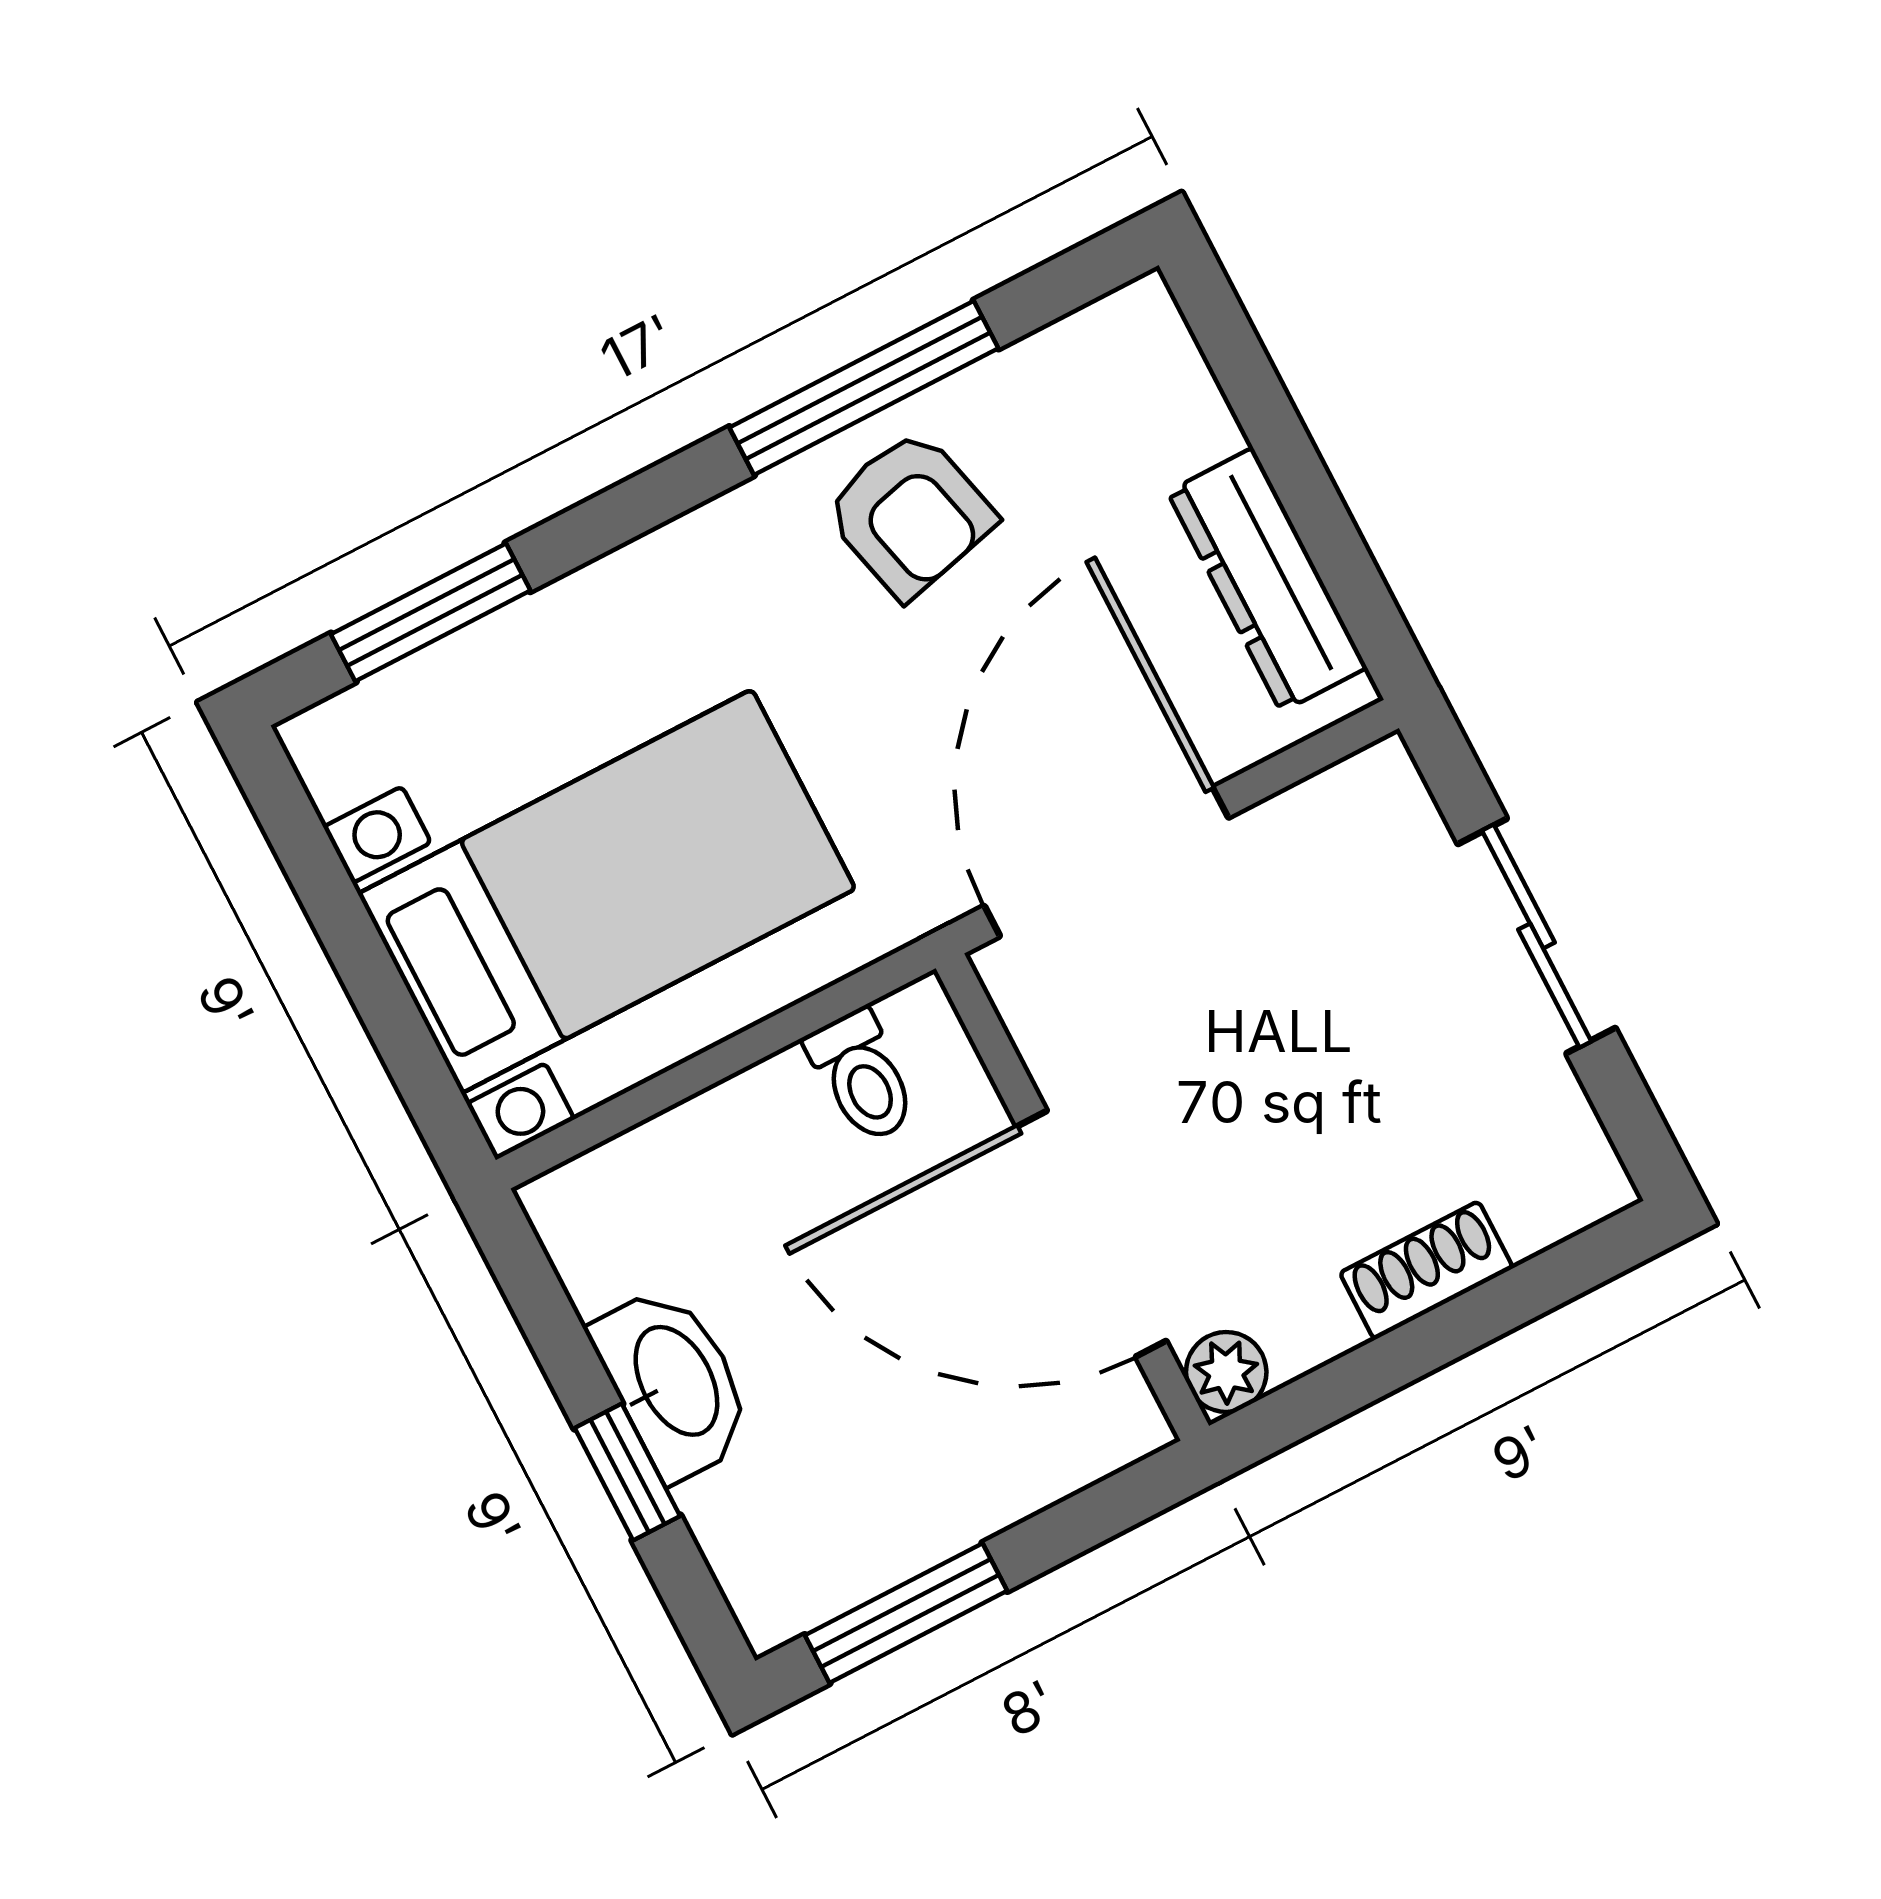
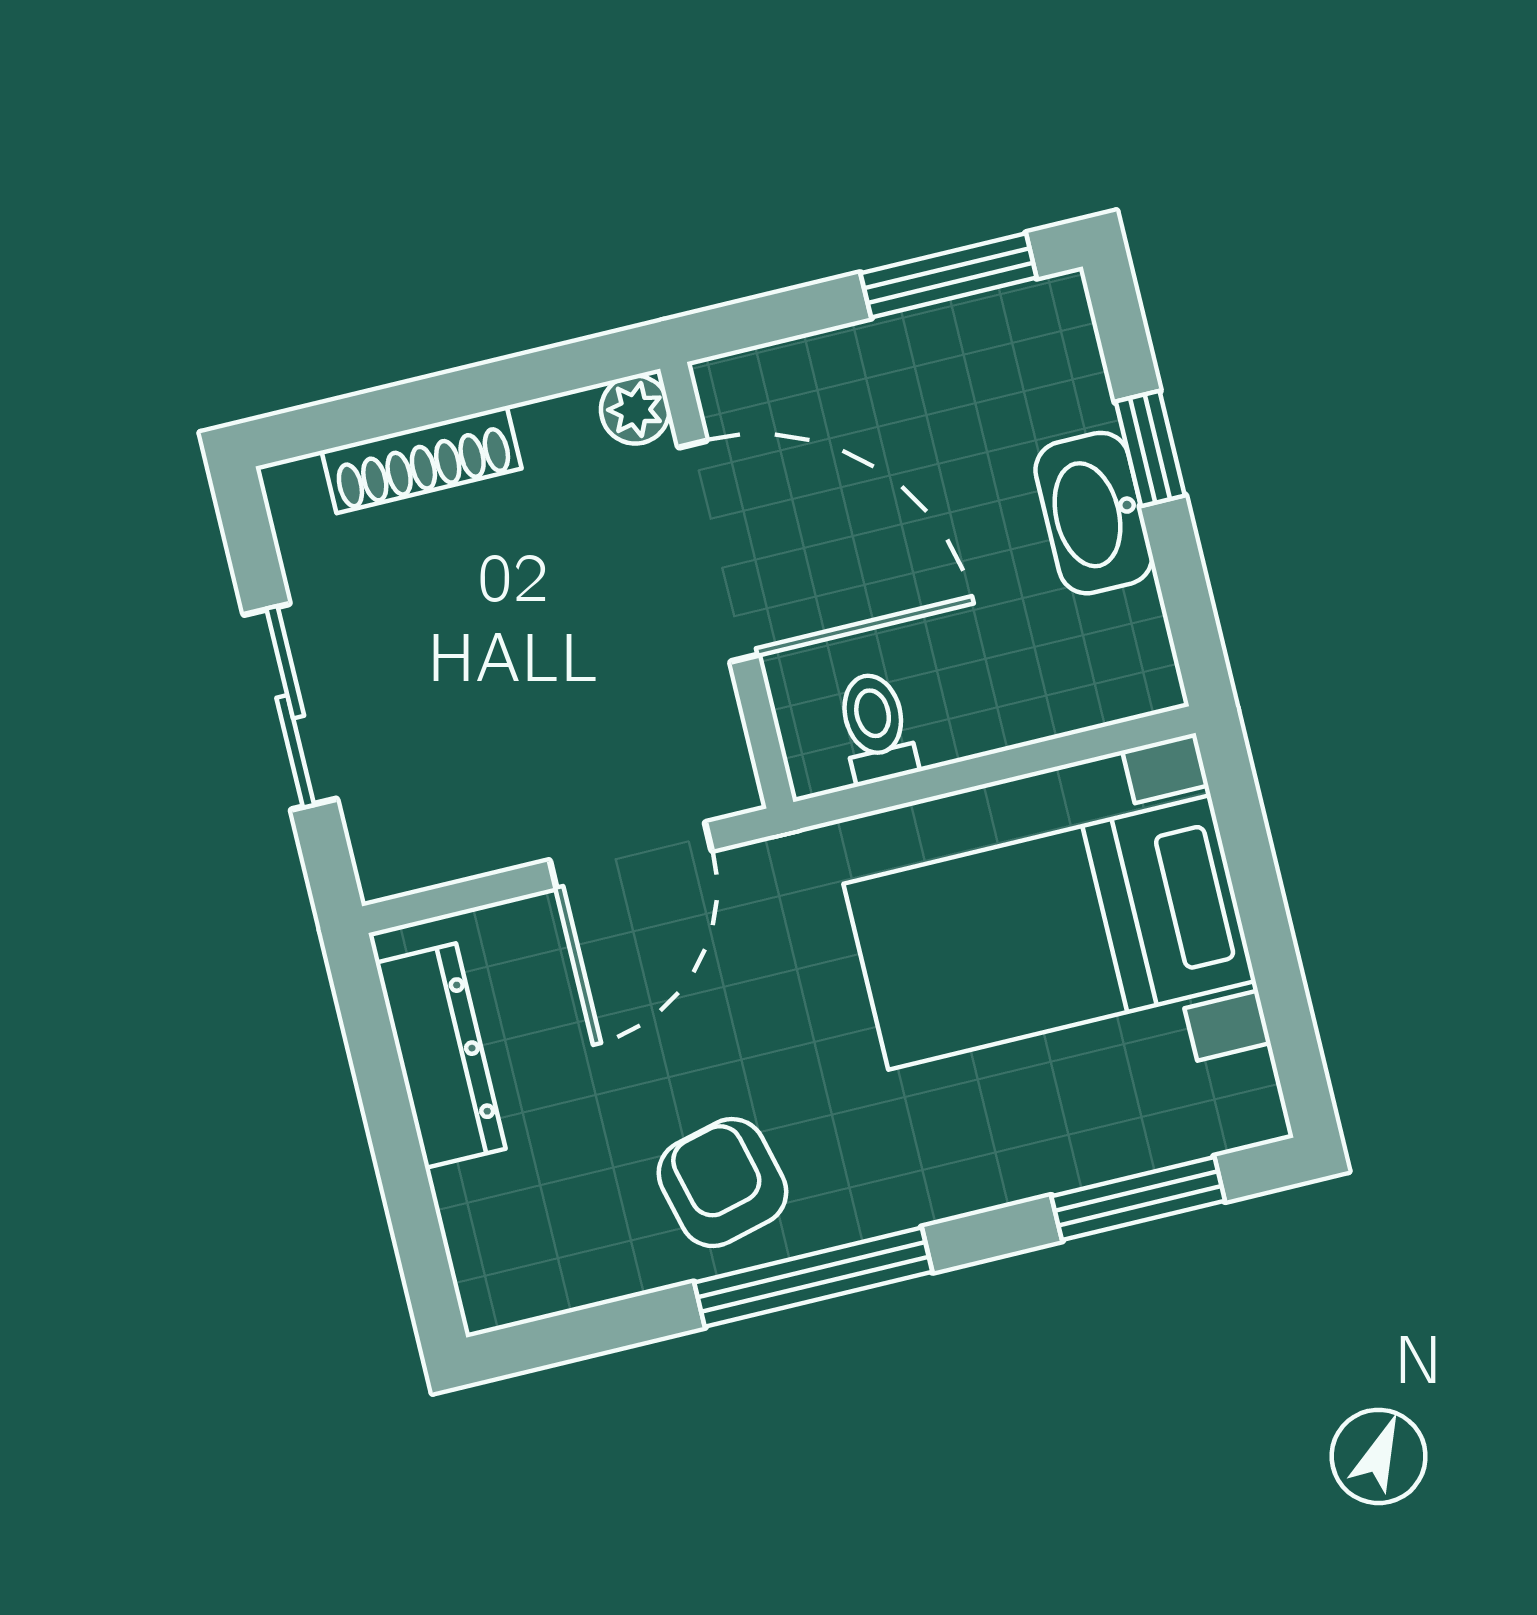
window: (864, 388) -> (813, 1277), moved
door: (1106, 862) -> (631, 855), width x0.73
shoe rack: (1426, 1270) -> (421, 460), width x1.43

